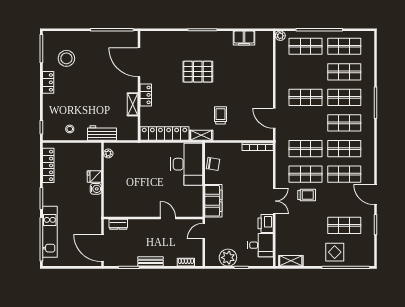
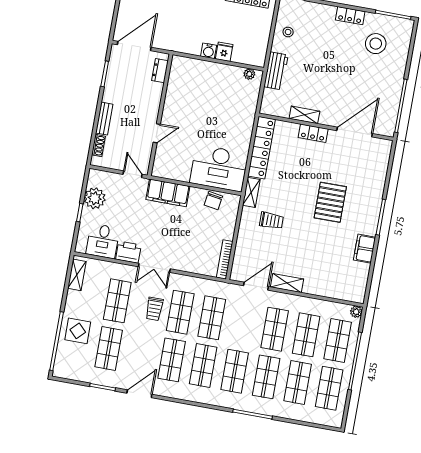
filing cabinet: (244, 38) -> (365, 249), moved
shop shelf: (306, 72) -> (306, 335), added
shelving: (267, 94) -> (287, 283), added
shop shelf: (306, 225) -> (117, 301), added
bench: (150, 261) -> (104, 119), moved

